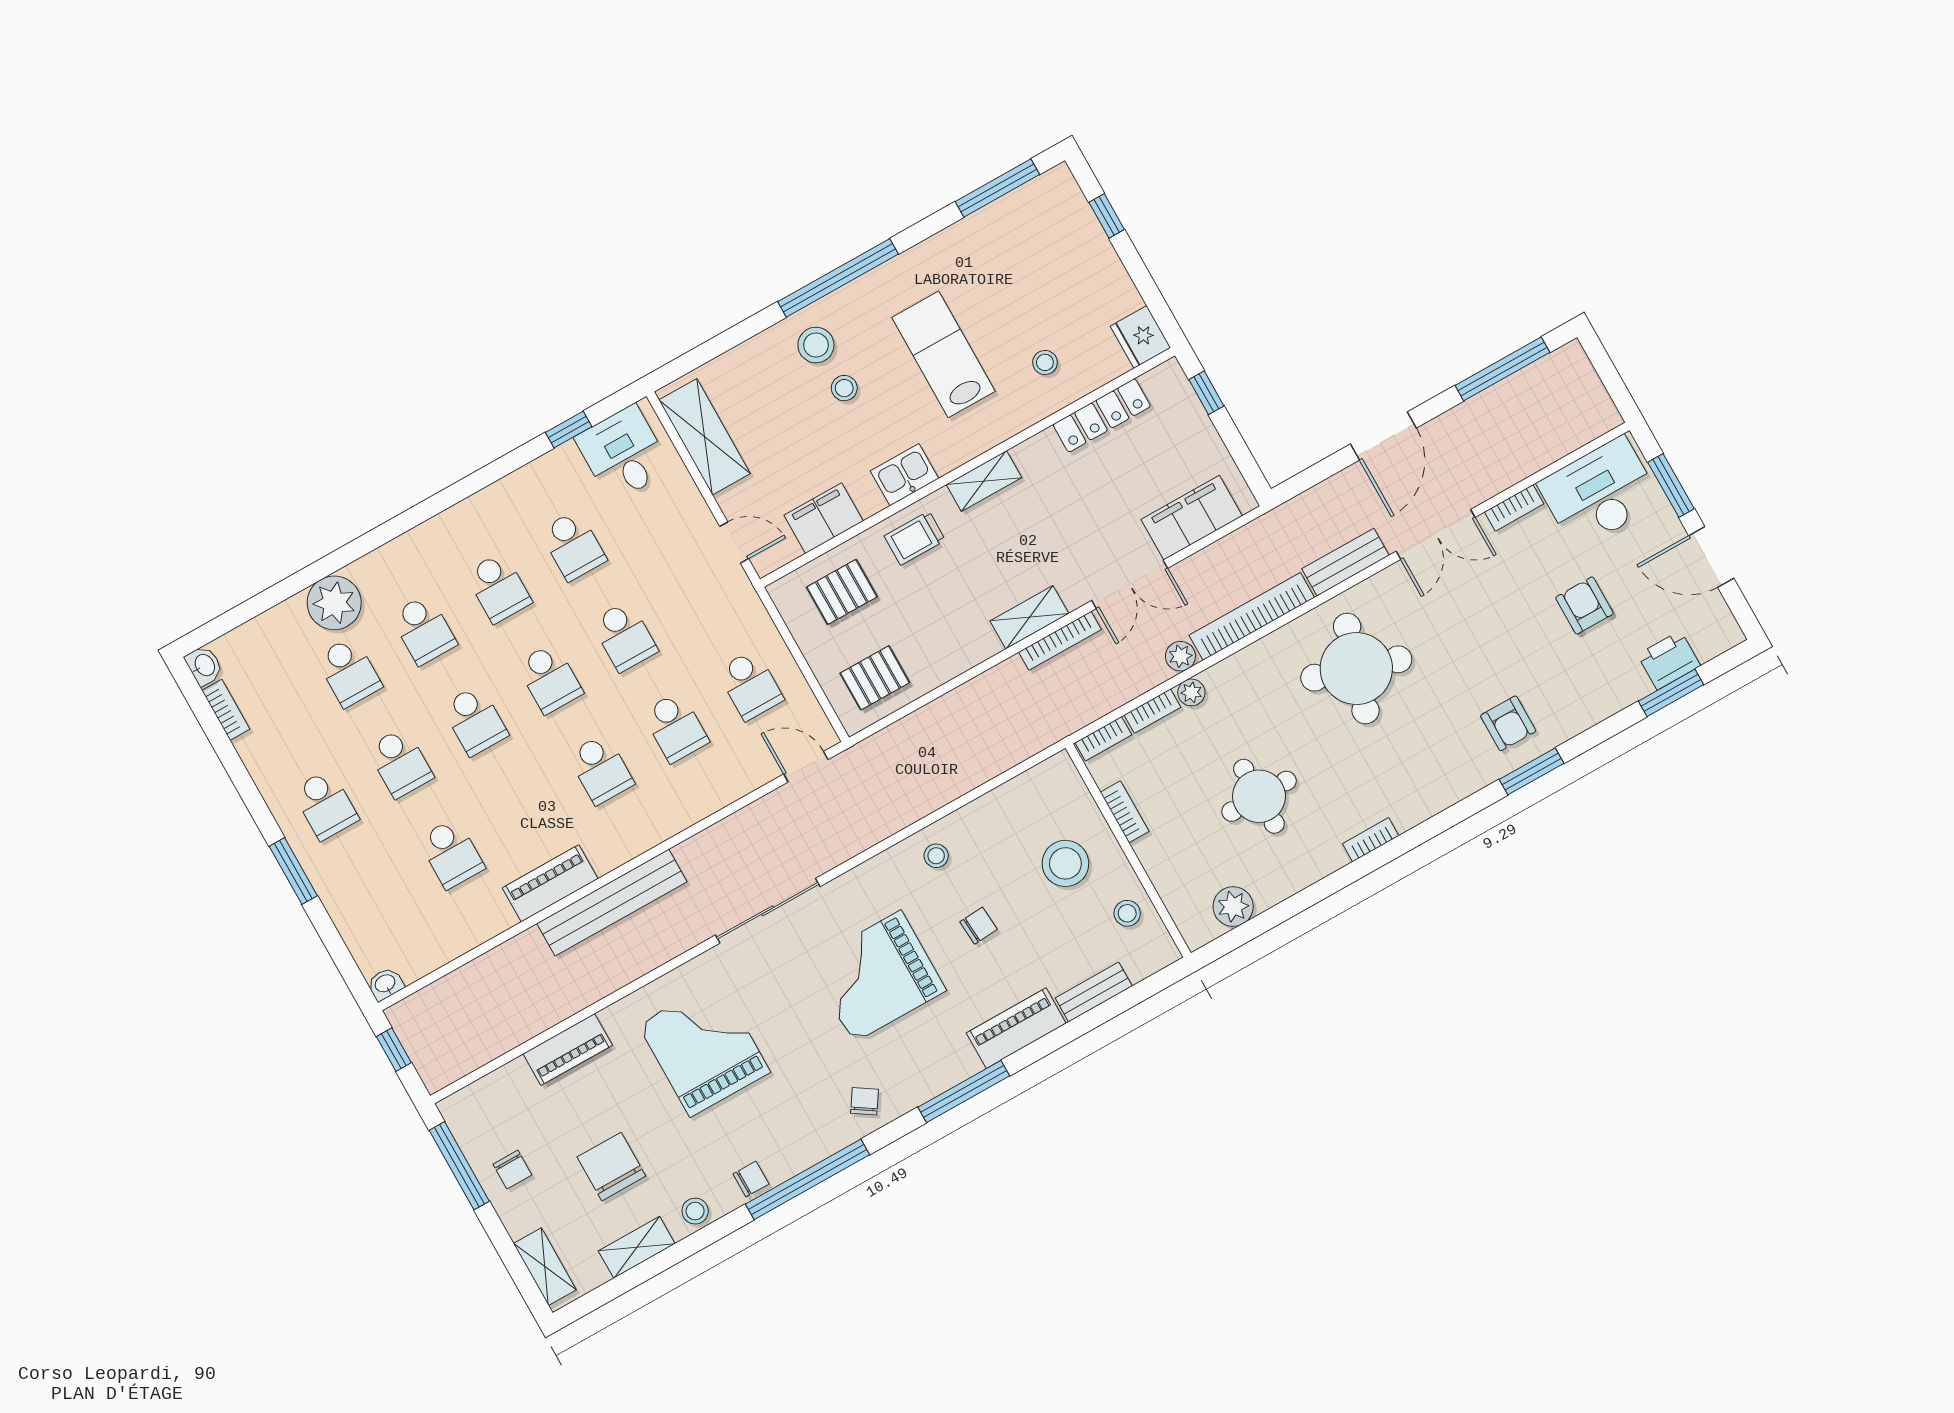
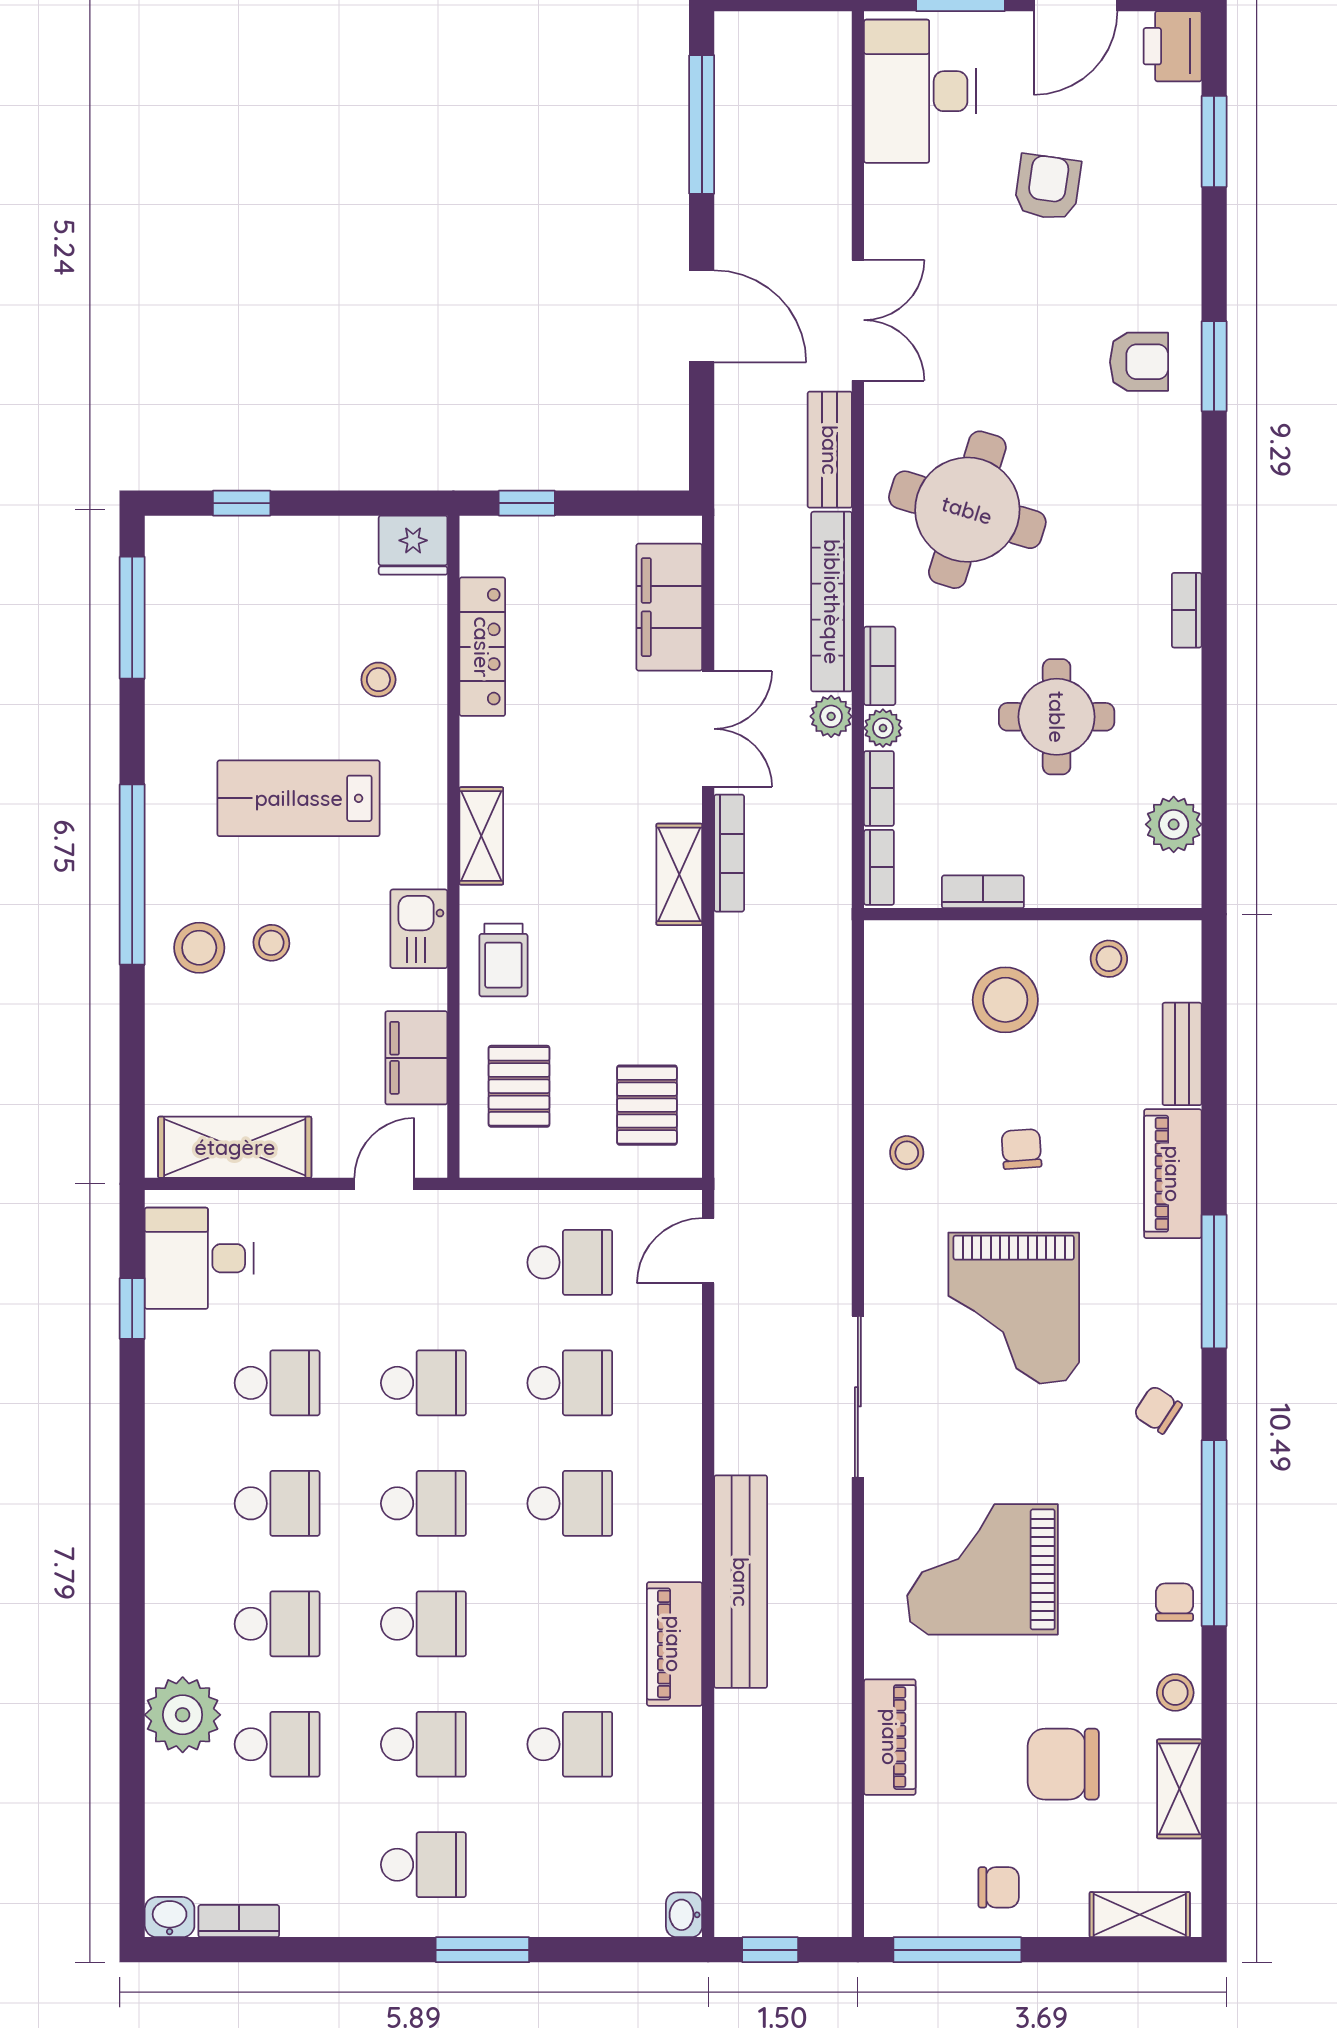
bookcase: (1514, 508) -> (880, 666), moved
armchair: (1584, 605) -> (1048, 187), turned 98
printer: (1669, 660) -> (1173, 46), moved

